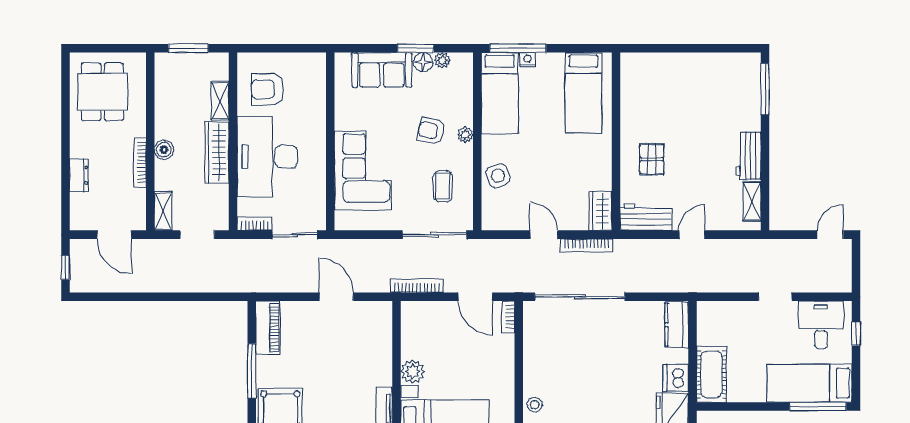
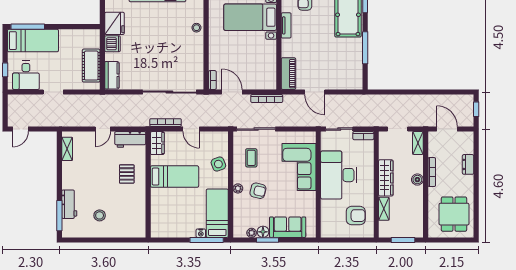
stool: (697, 90) -> (100, 215), added
bed: (583, 93) -> (175, 177), moved, turned 90
workbench: (748, 156) -> (69, 204), moved
desk: (267, 157) -> (339, 175), moved, turned 180
piano: (268, 328) -> (288, 74), moved, turned 180
plant: (413, 371) -> (269, 47), removed
cot: (711, 375) -> (91, 66), moved

